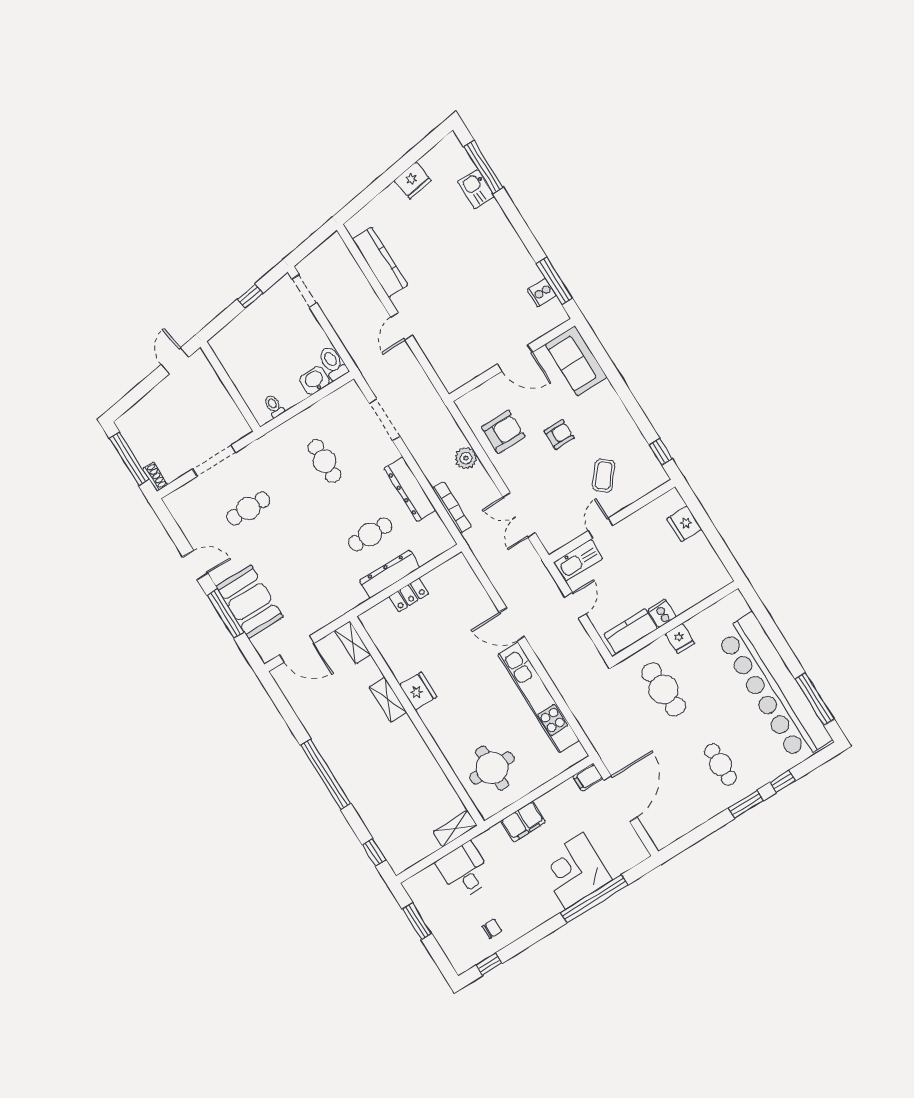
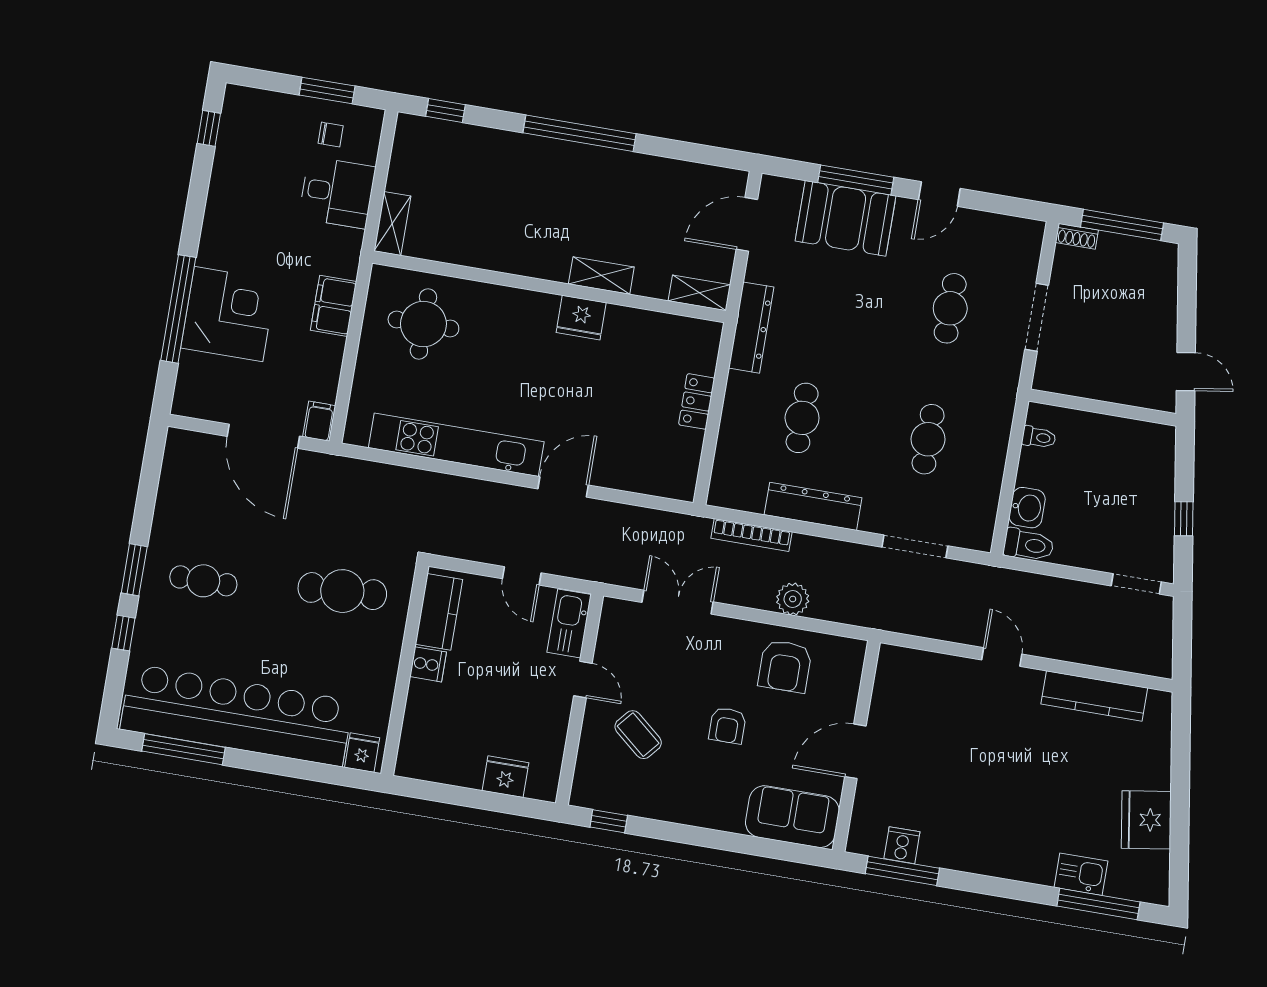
fridge: (413, 181) -> (1146, 820), width x1.36, depth x1.34
cafe table: (324, 461) -> (928, 439), turned 90
dresser: (390, 574) -> (751, 328), moved
fridge: (680, 638) -> (362, 753), moved, turned 90
chair: (492, 929) -> (331, 135), moved, turned -90

